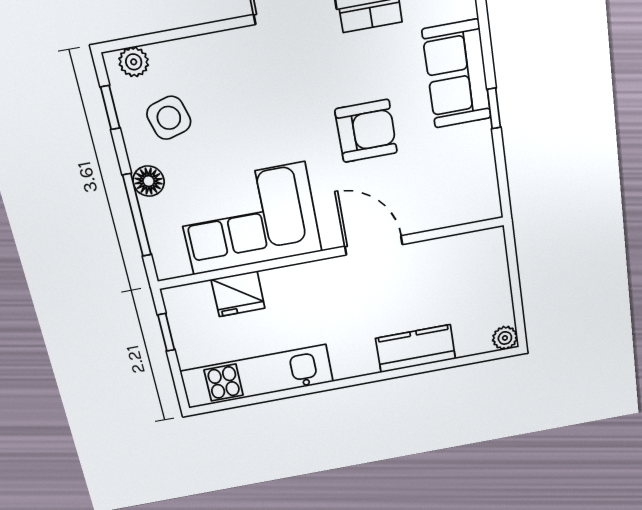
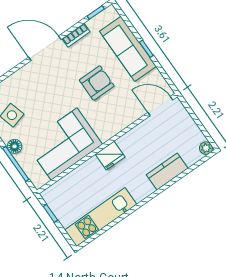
sofa: (457, 74) -> (128, 49), width x1.36
door: (374, 245) -> (160, 106), moved
fridge: (238, 294) -> (110, 156), moved

